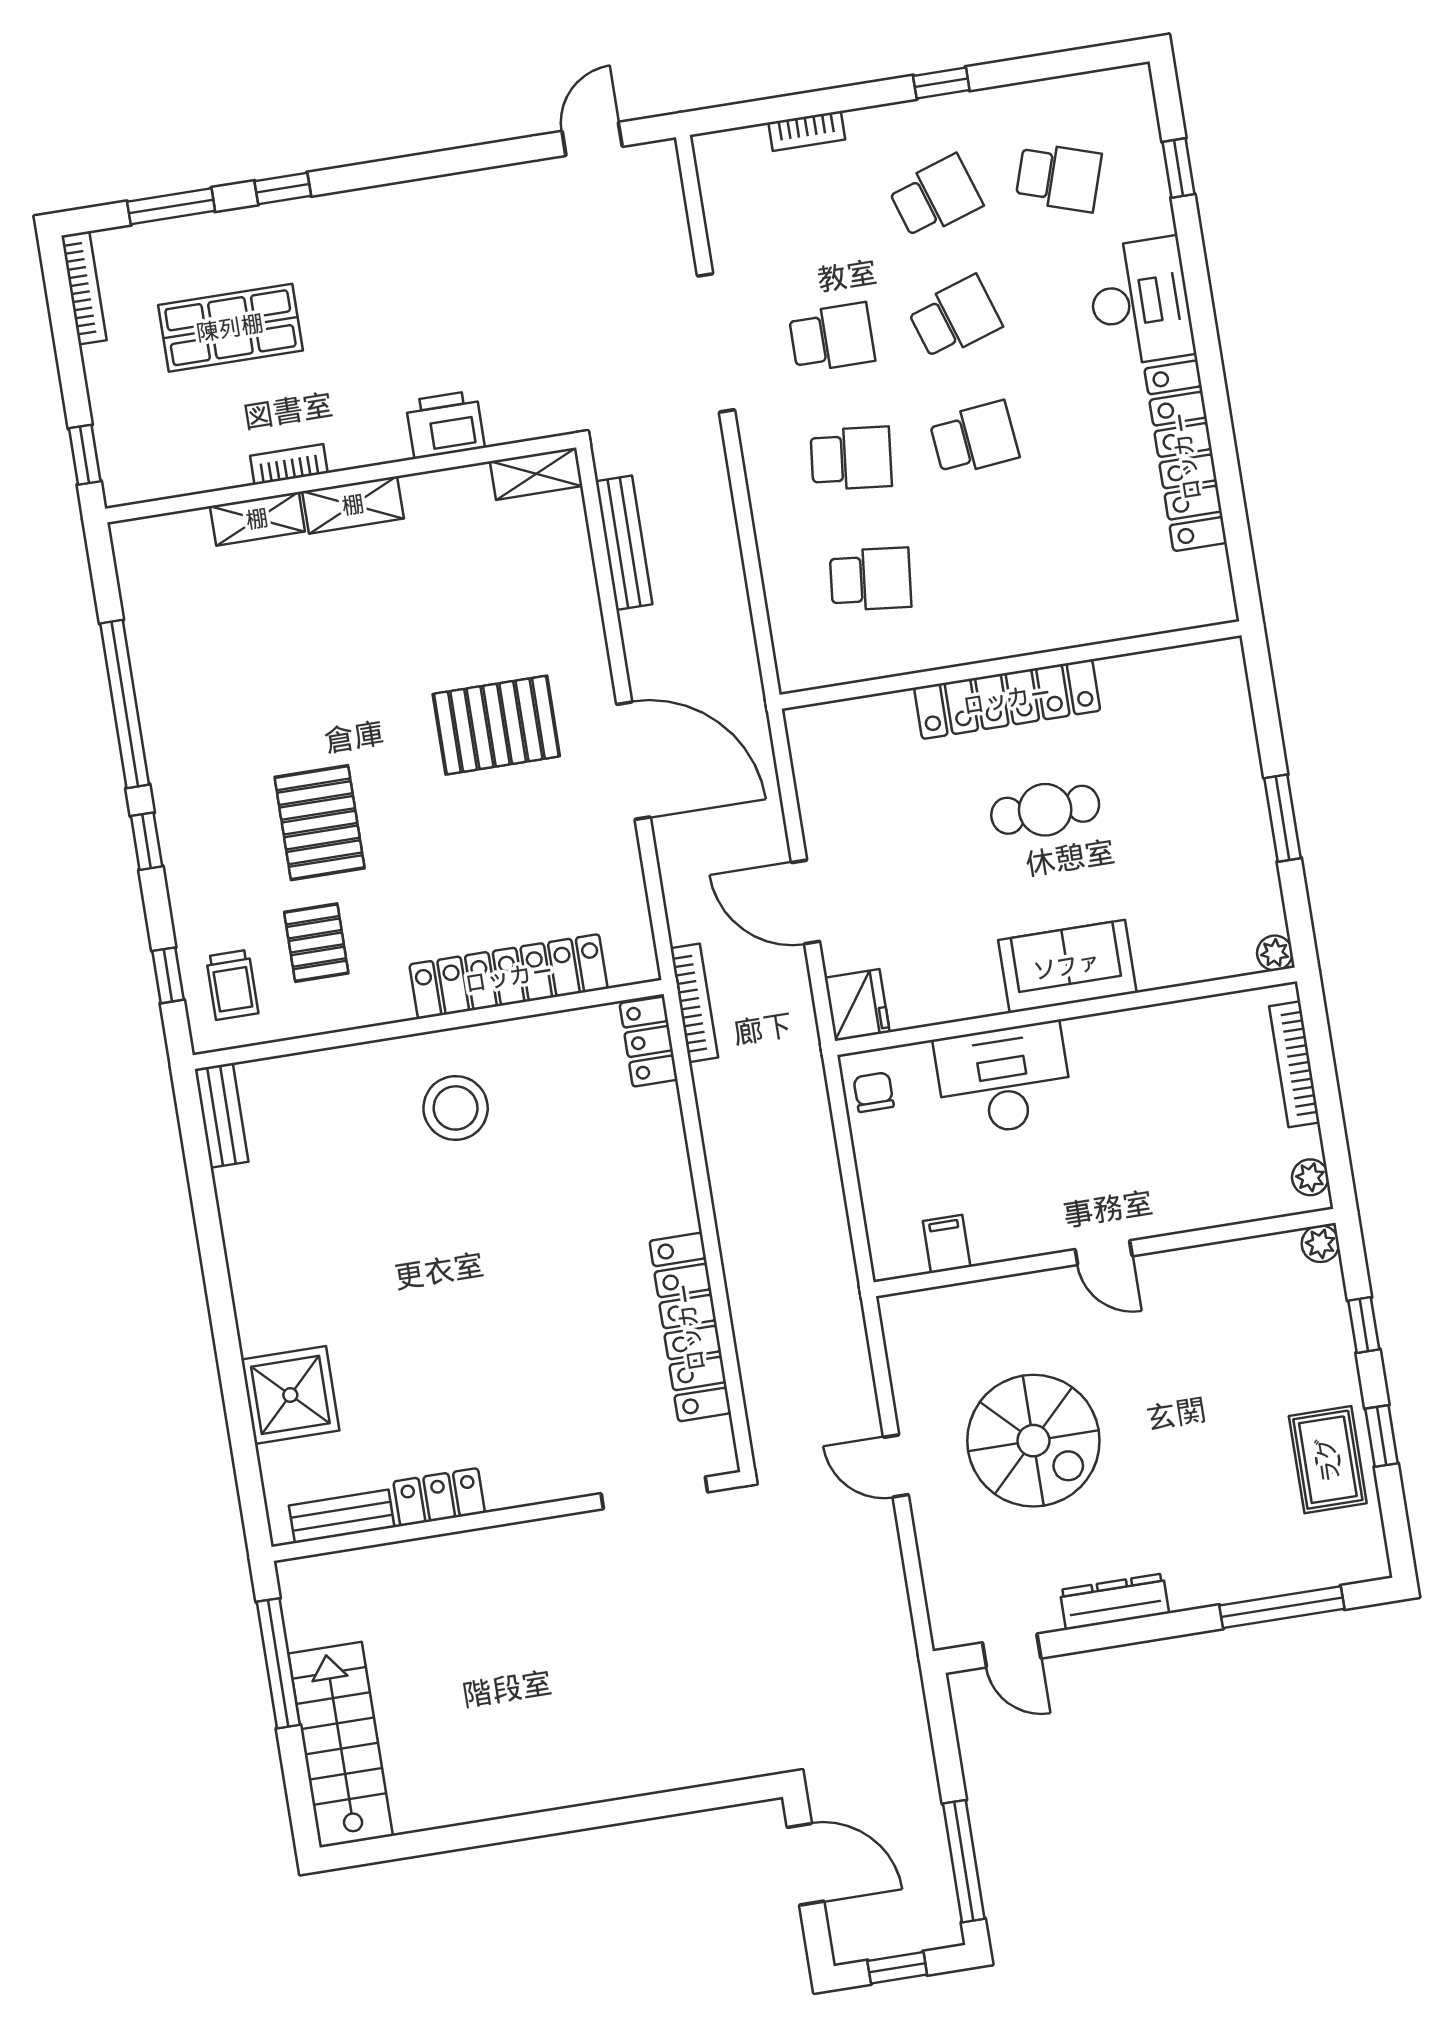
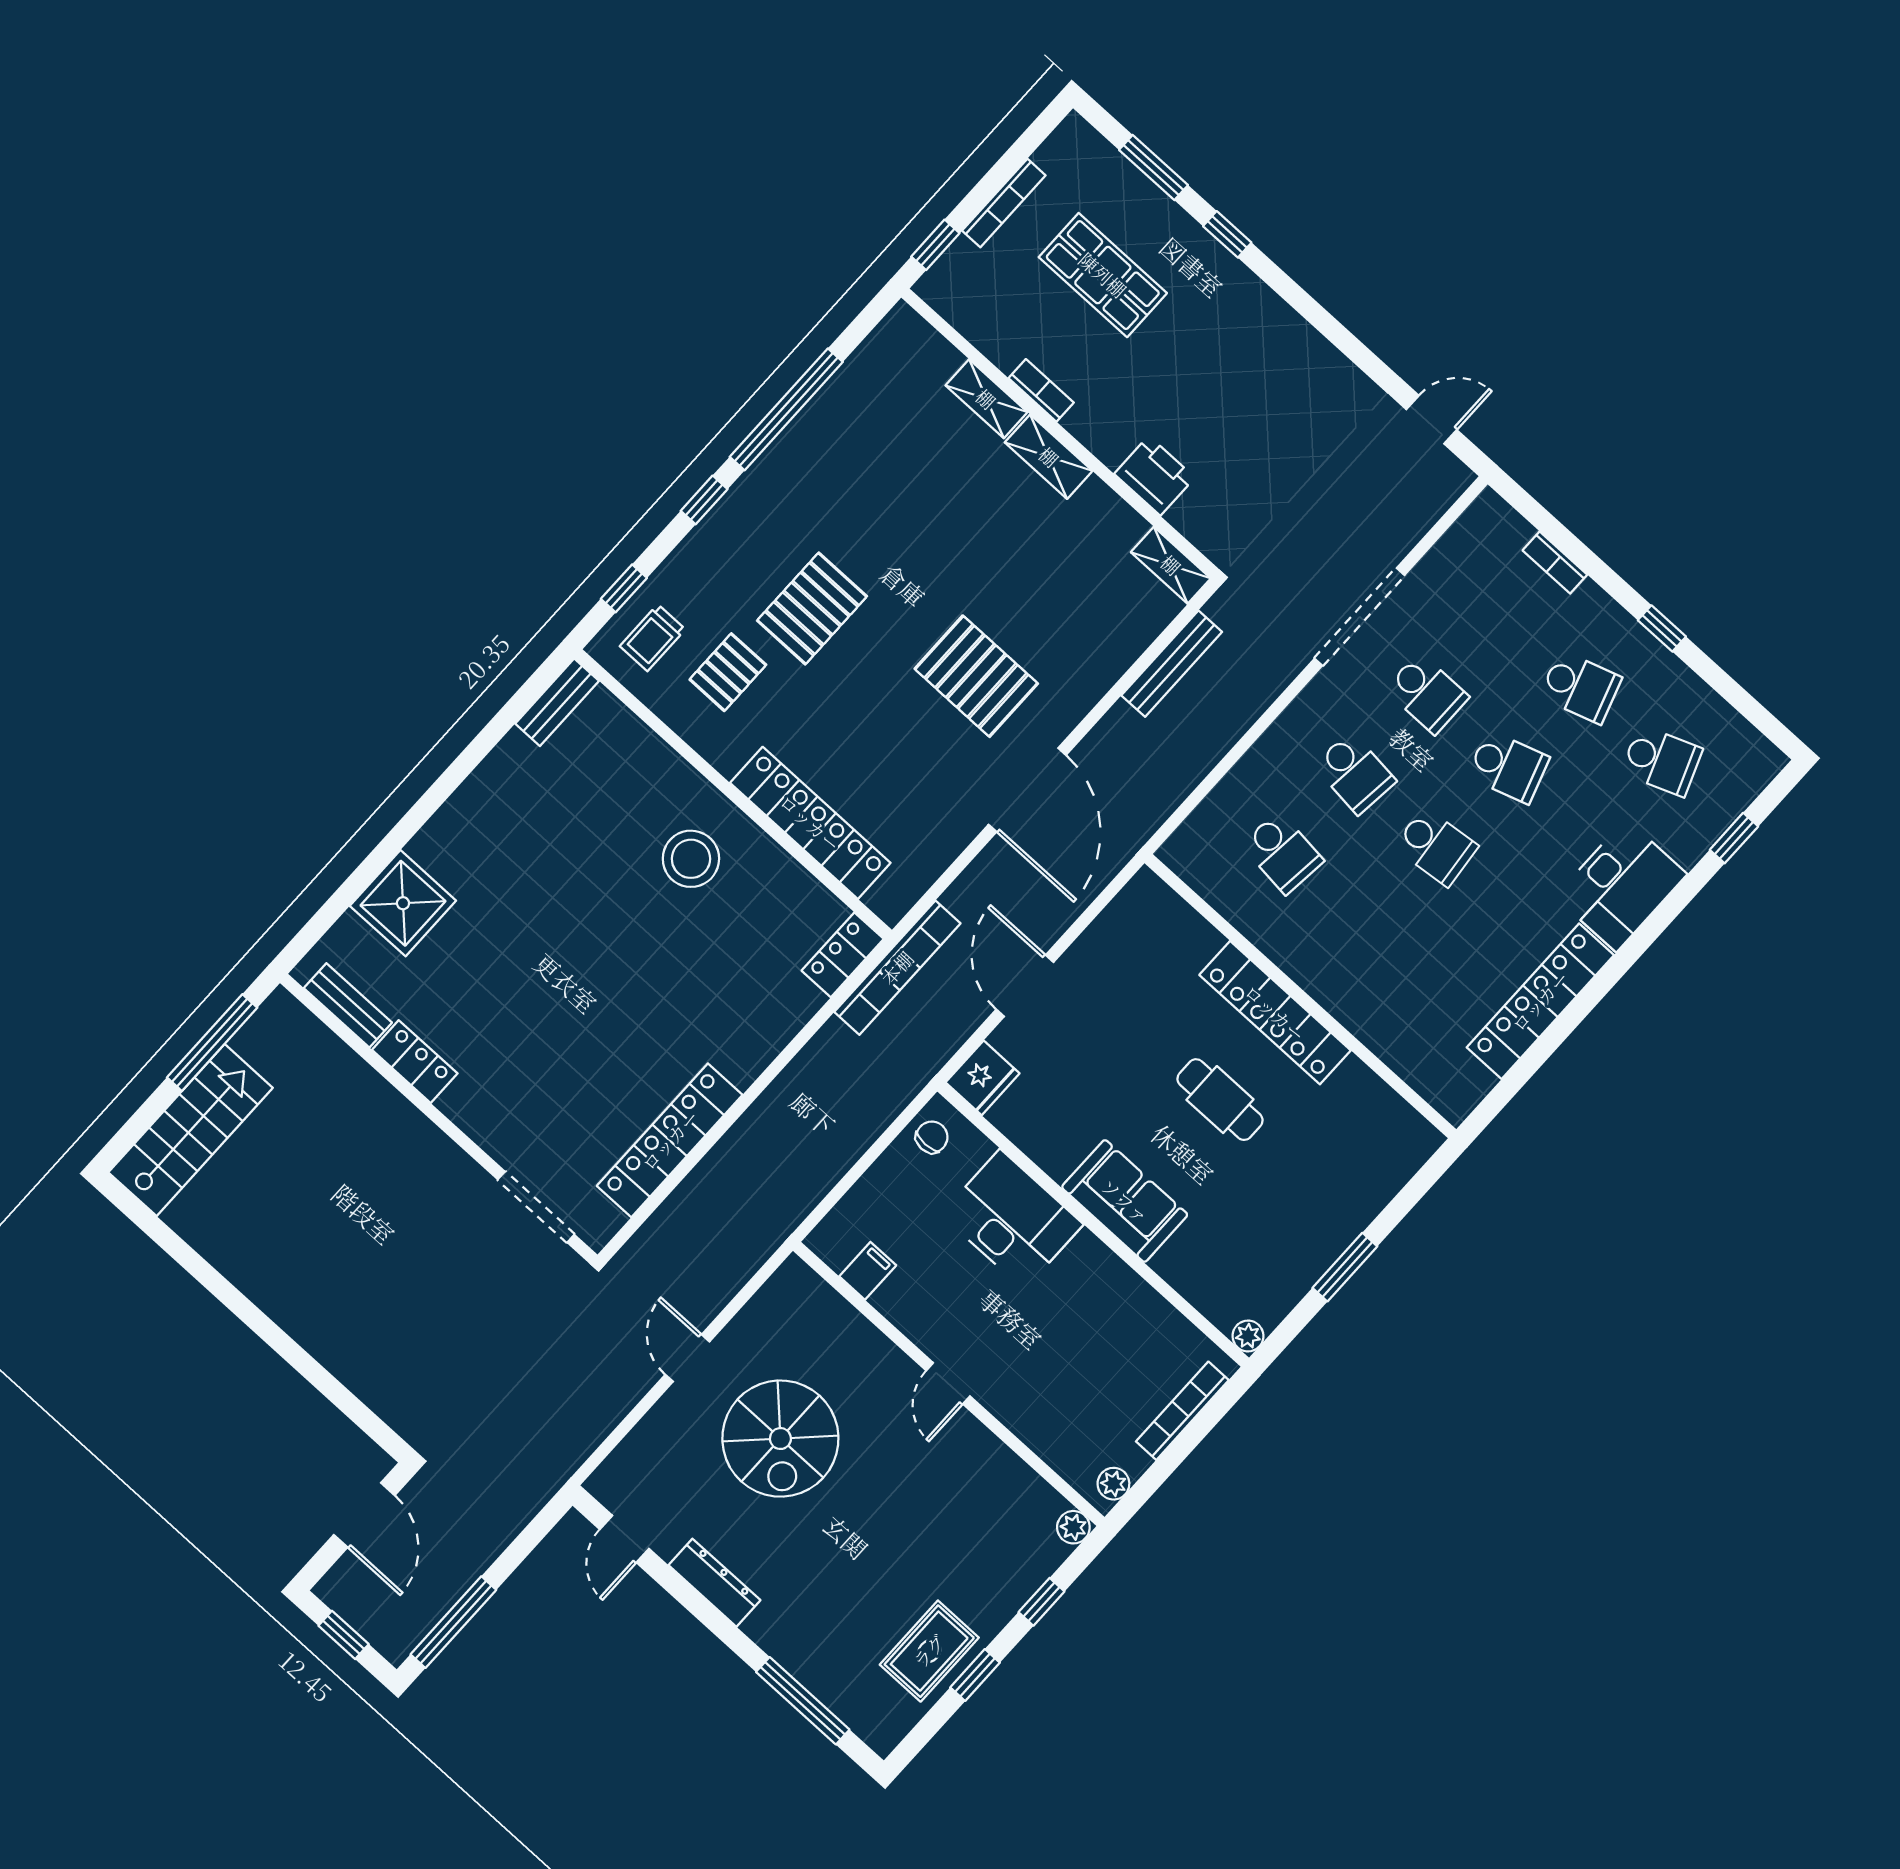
school desk: (1059, 177) -> (1662, 761), turned -39
bookcase: (84, 288) -> (1004, 203), moved
bookcase: (694, 1003) -> (897, 968), width x1.48, depth x1.31

